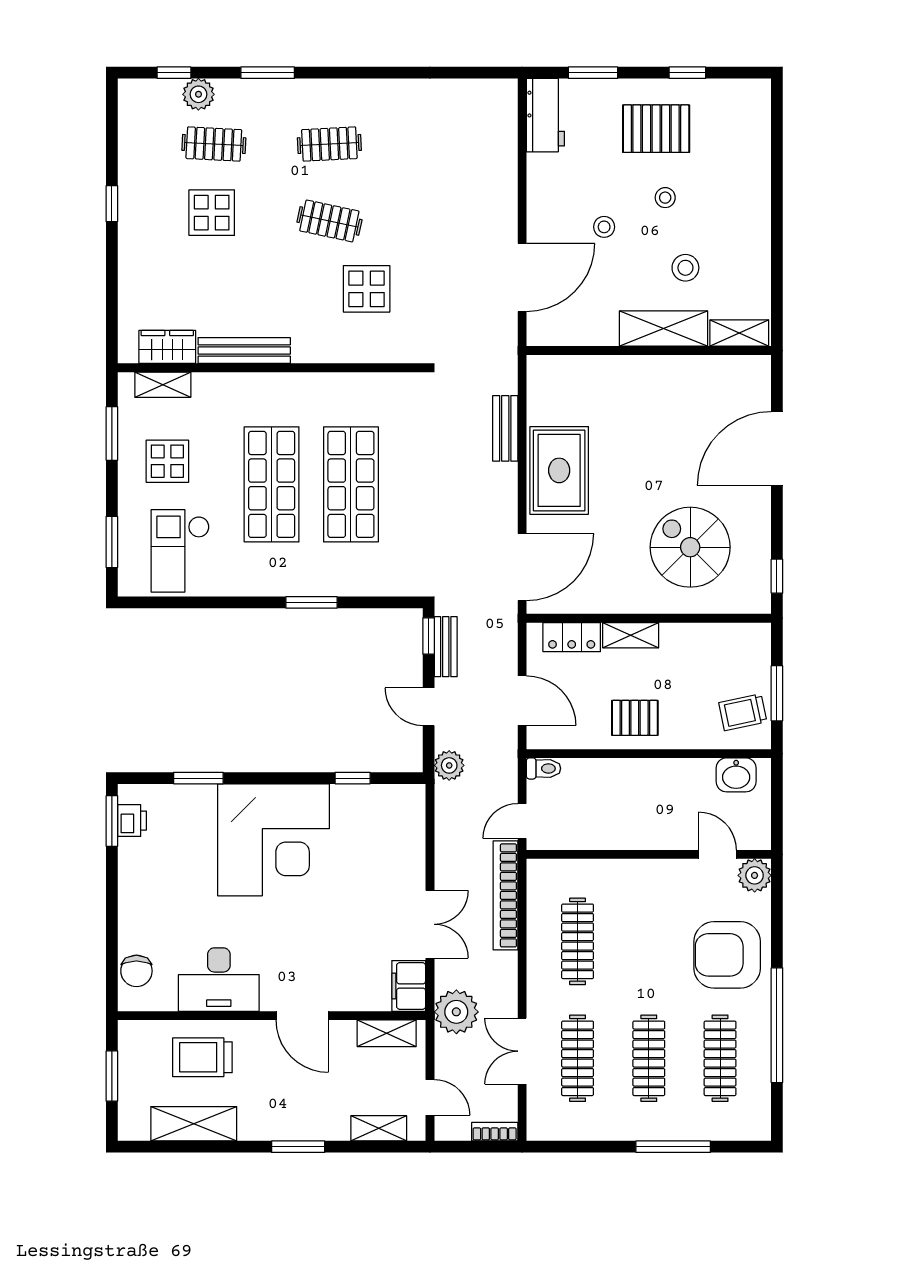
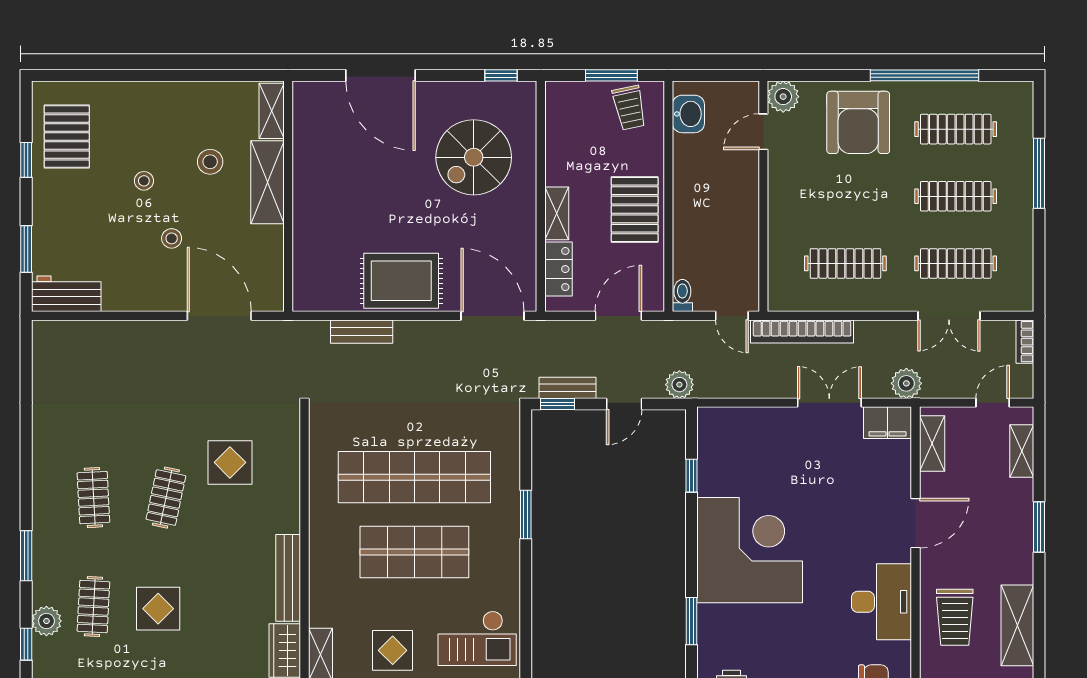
pallet: (656, 129) -> (67, 137), moved
shop shelf: (351, 484) -> (414, 477), width x1.40
pallet: (635, 718) -> (635, 209), width x1.50, depth x1.42
plant: (456, 1012) -> (906, 383), width x0.73, depth x0.73

